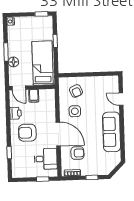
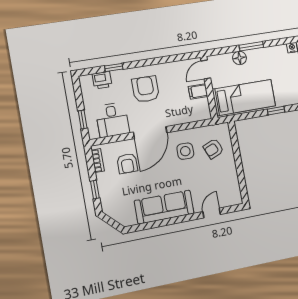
printer: (16, 113) -> (102, 80), moved

